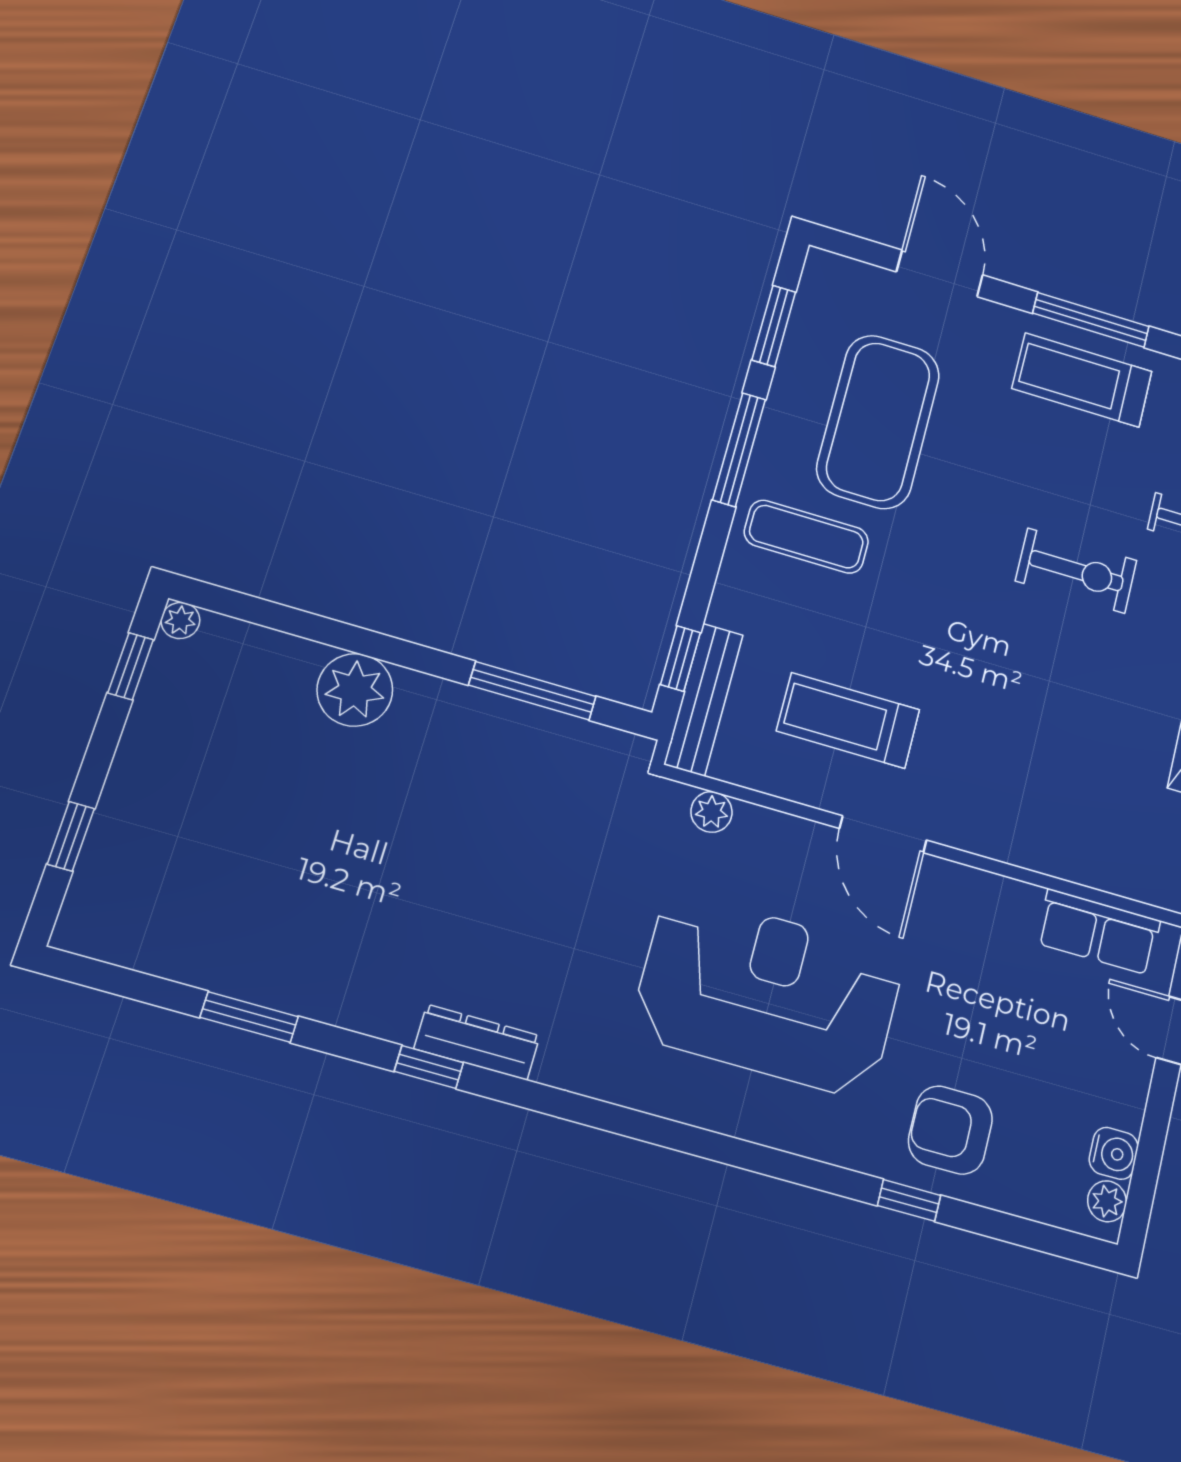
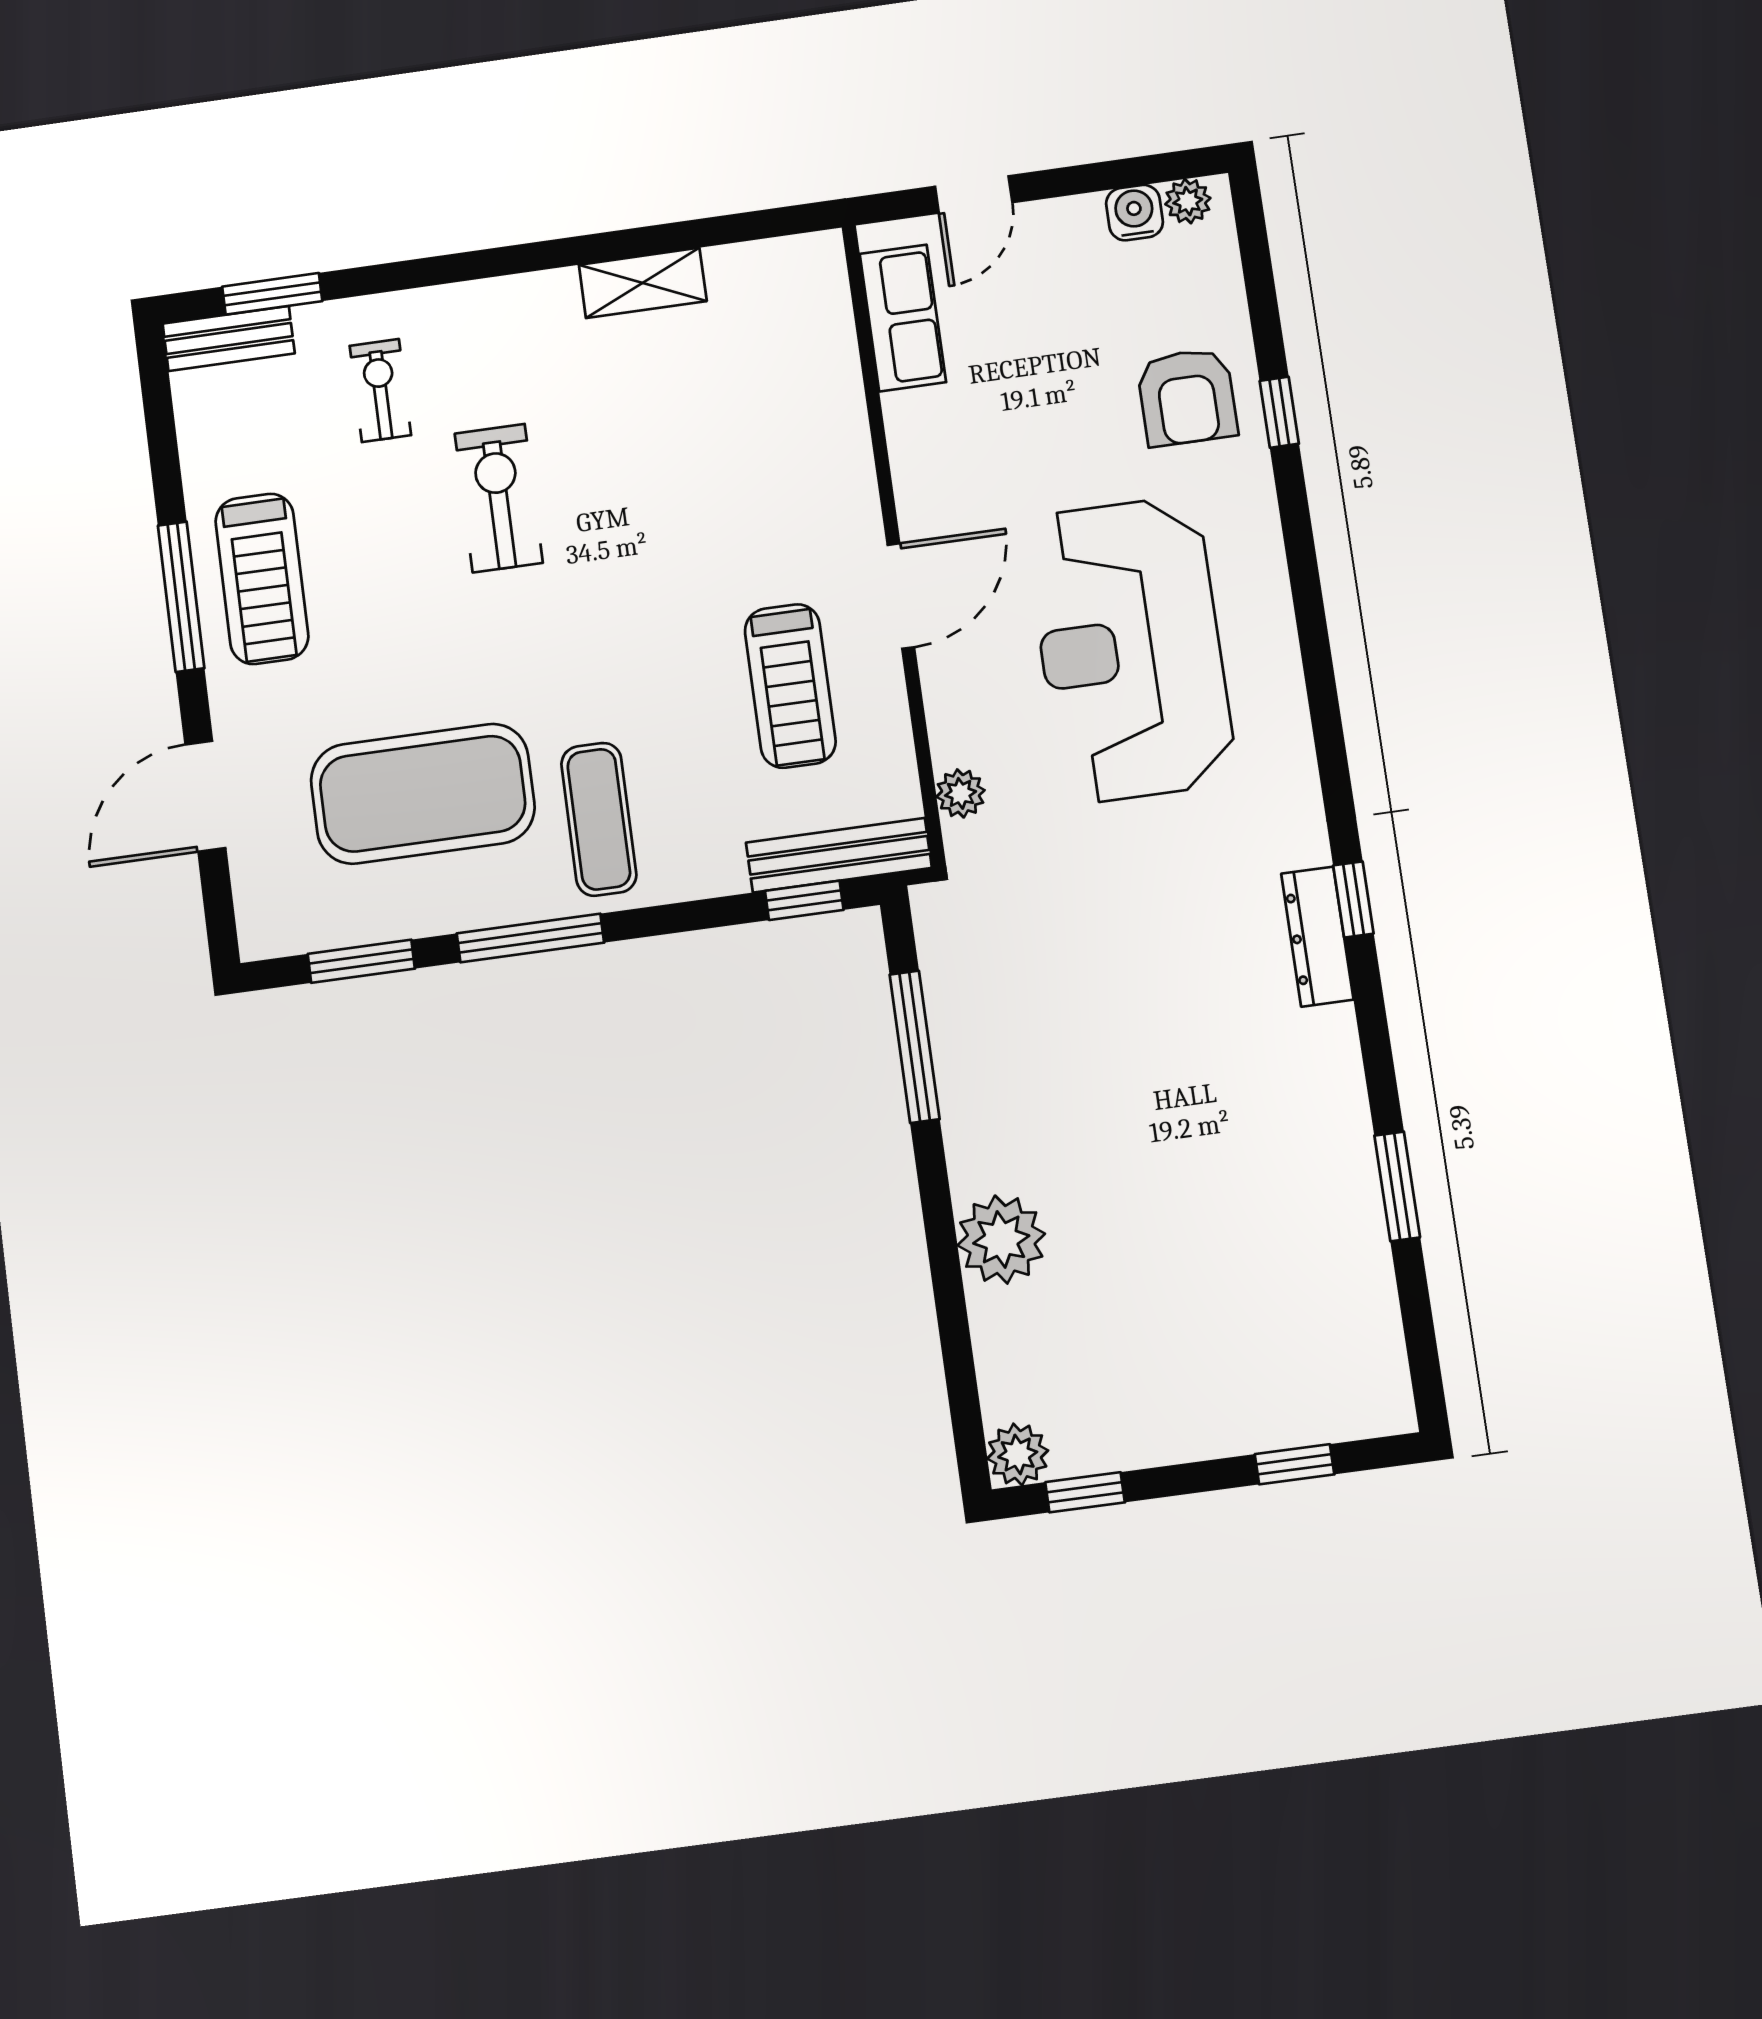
plant: (180, 620) -> (1018, 1454), width x1.38, depth x1.38
window: (429, 1067) -> (1353, 899), moved

